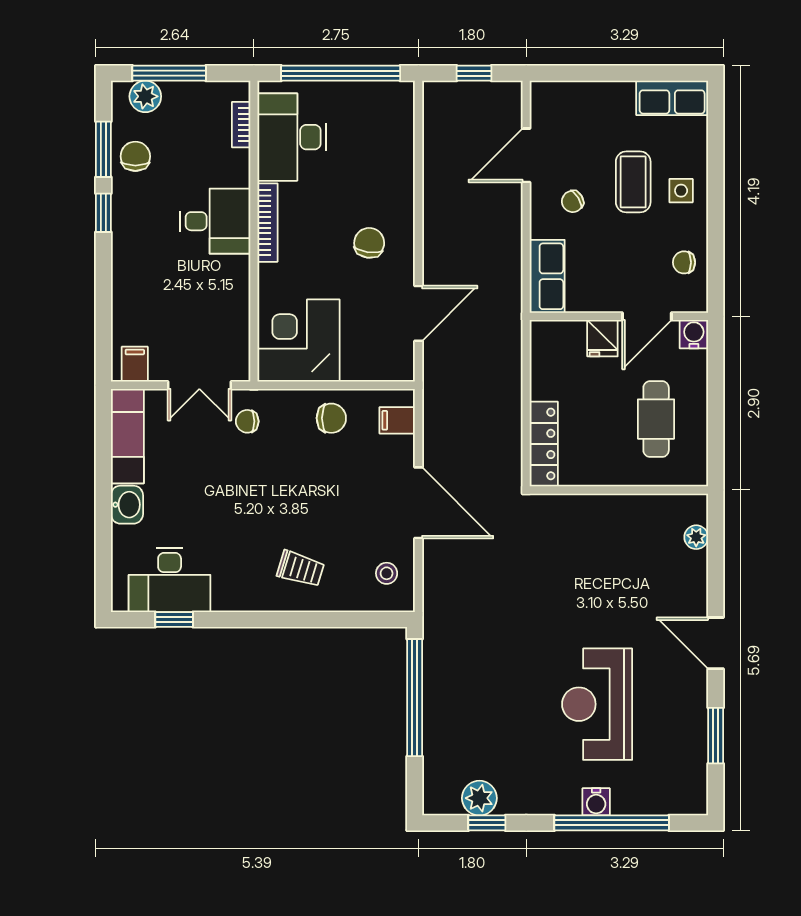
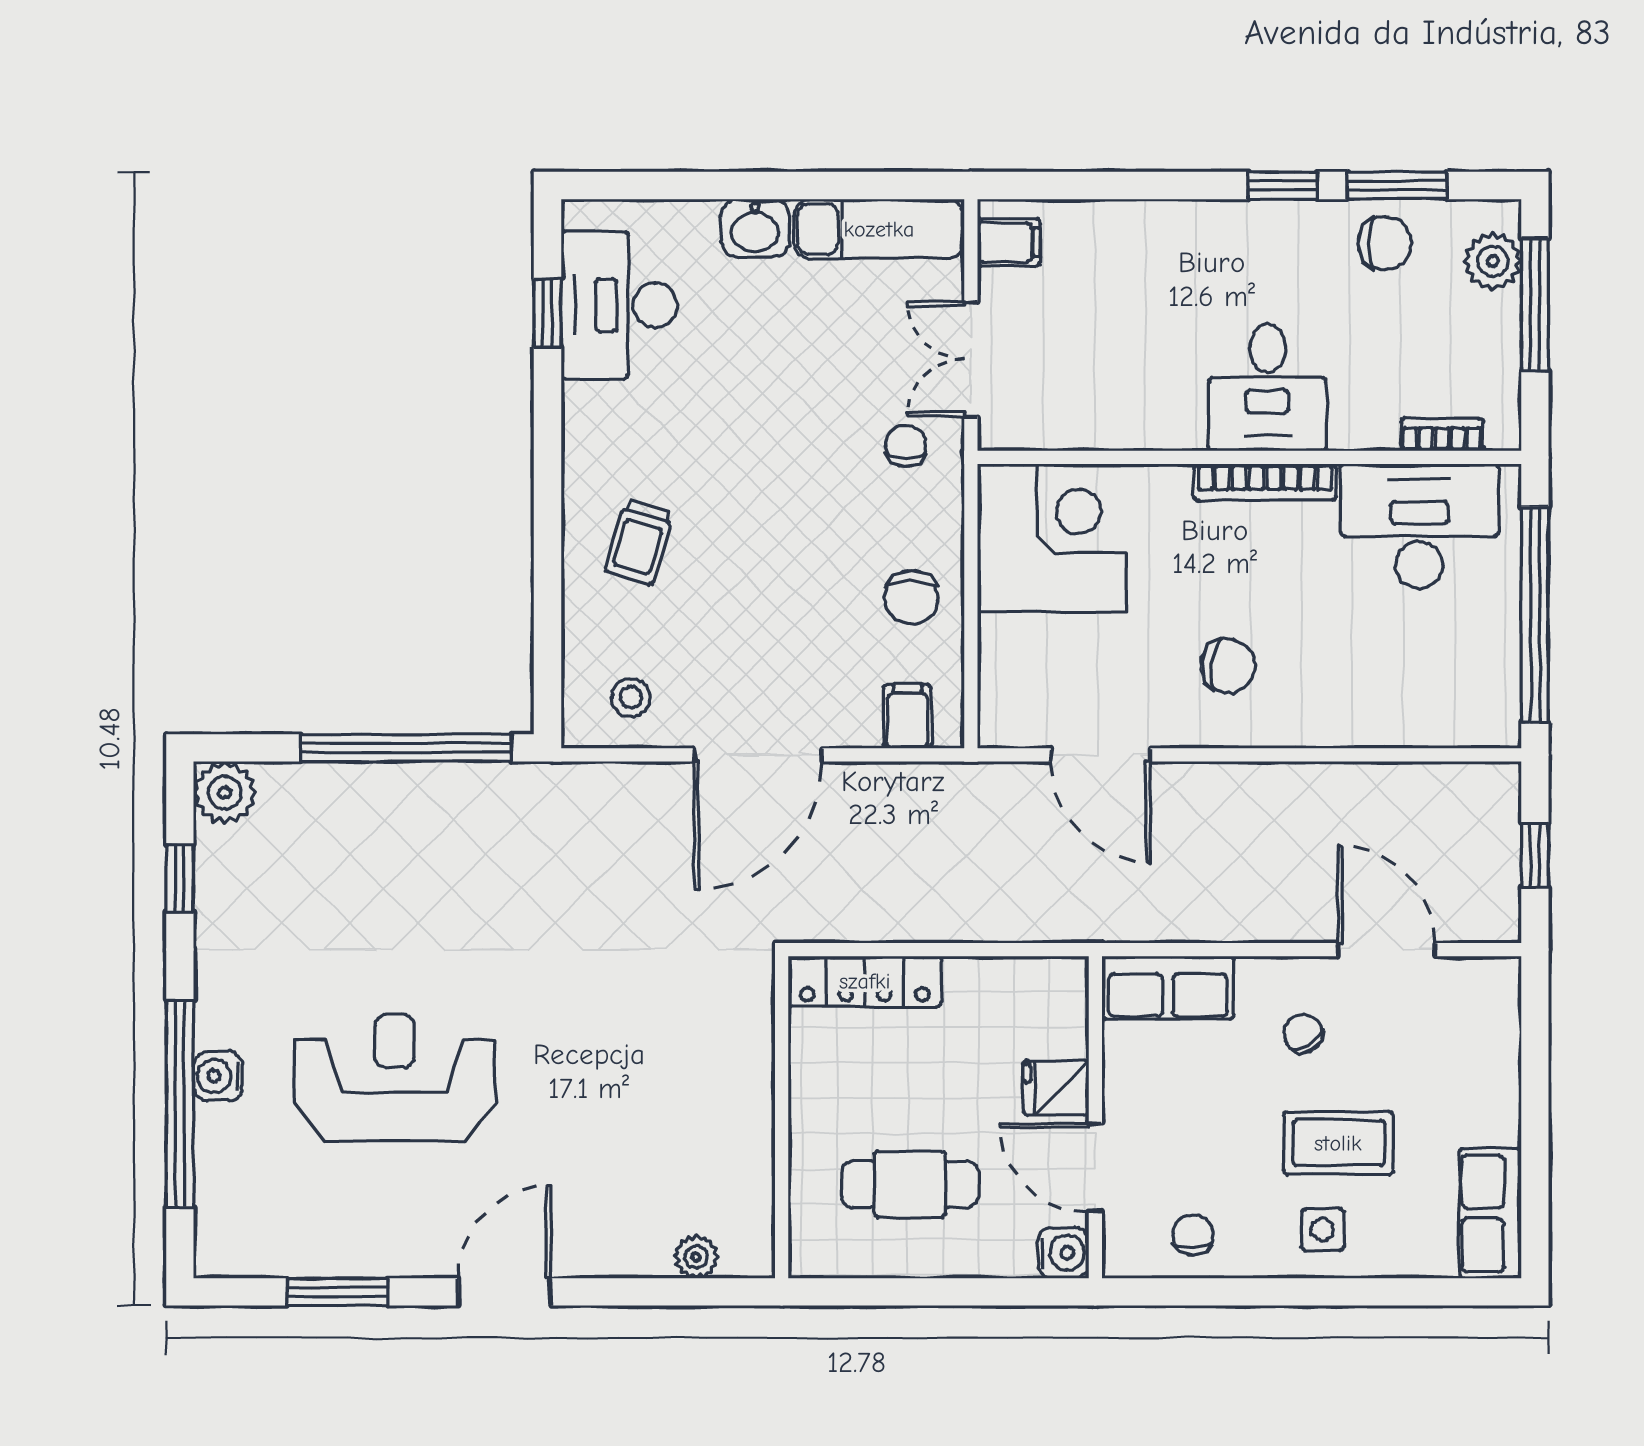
plant: (479, 798) -> (225, 793), moved

